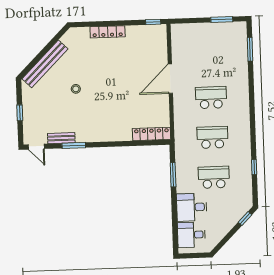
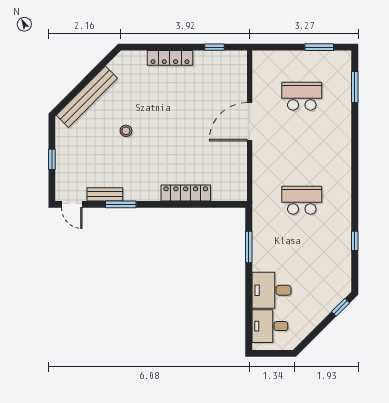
window: (153, 22) -> (215, 47), moved
school desk: (211, 98) -> (302, 96), moved
locker: (152, 134) -> (186, 193), moved
school desk: (214, 177) -> (302, 252), removed

